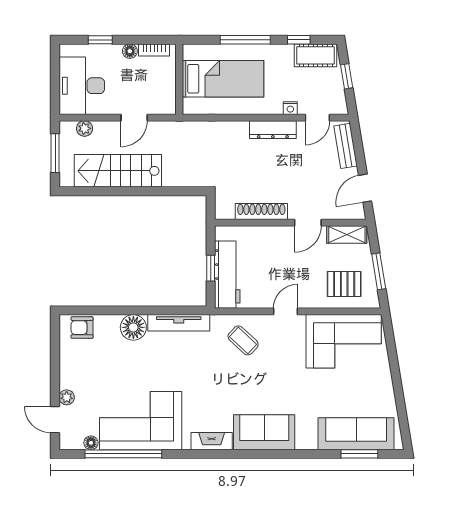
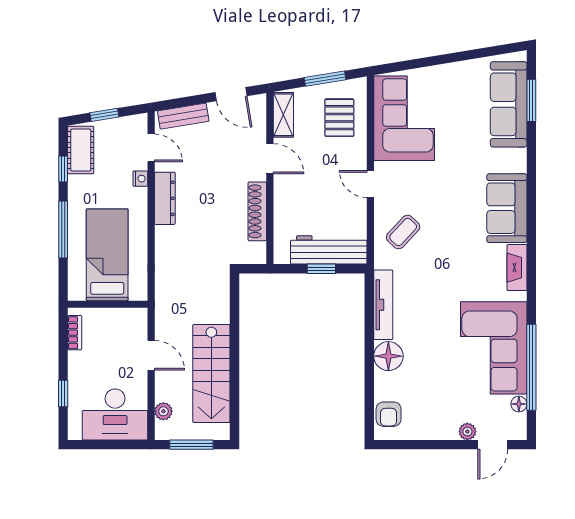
floor lamp: (130, 51) -> (76, 360), removed

